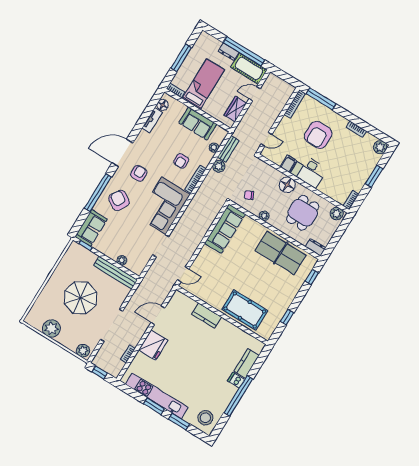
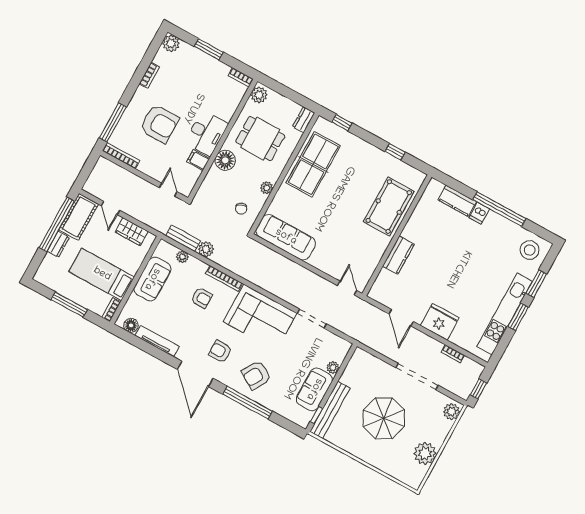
tv unit: (152, 120) -> (157, 341), width x1.41
sofa: (91, 228) -> (314, 389), moved, turned -90
bench: (116, 273) -> (330, 410), moved

